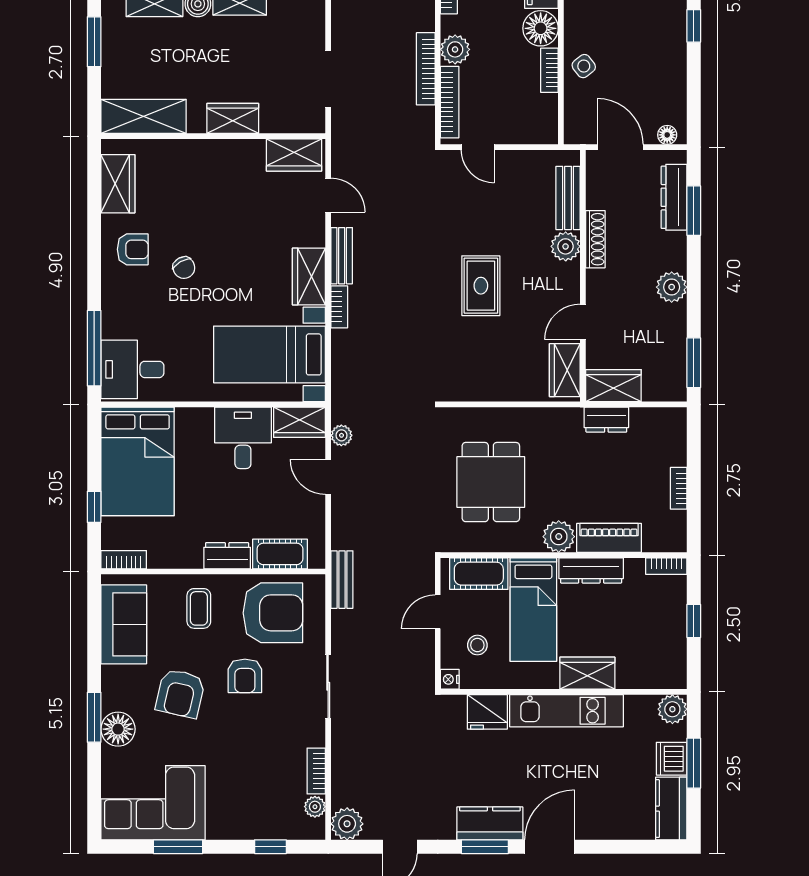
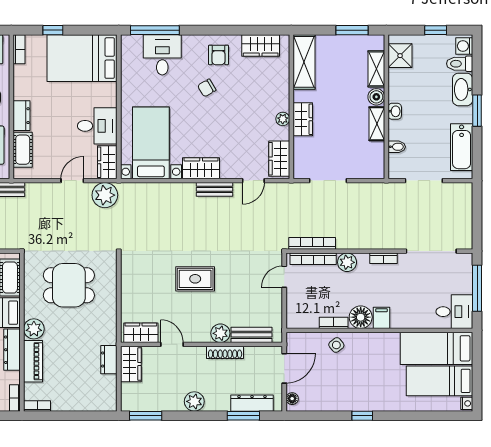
bookcase: (426, 69) -> (312, 243), moved
plant: (232, 149) -> (283, 119), added
bookcase: (339, 307) -> (182, 188), removed
desk: (132, 369) -> (162, 55), moved
plant: (341, 435) -> (105, 195), width x1.88, depth x1.88
bookcase: (679, 488) -> (37, 406), moved

